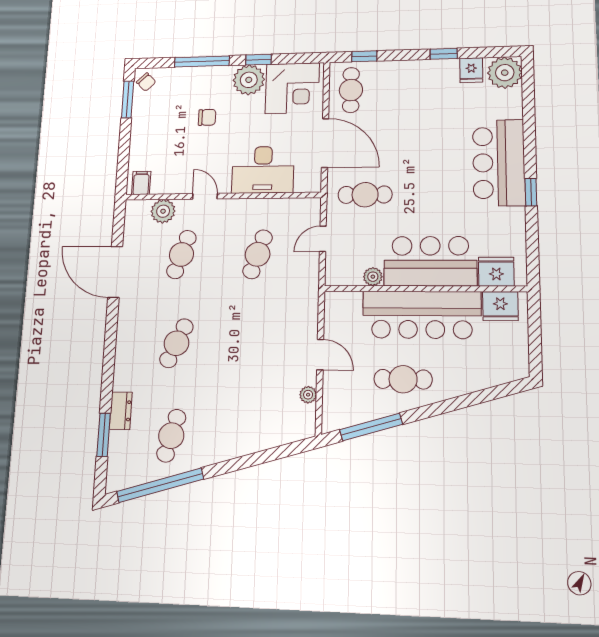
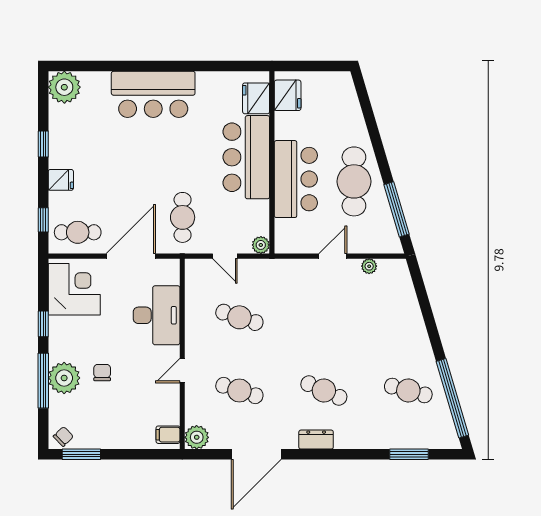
fridge: (471, 70) -> (61, 180), moved
plant: (249, 80) -> (64, 378), moved
window: (531, 192) -> (182, 66), removed
plant: (163, 211) -> (197, 437), moved
plant: (373, 277) -> (261, 245), moved
bar counter: (422, 315) -> (296, 179), width x0.73
cafe table: (403, 379) -> (354, 181), width x1.37, depth x1.35
dresser: (121, 411) -> (316, 440), moved

